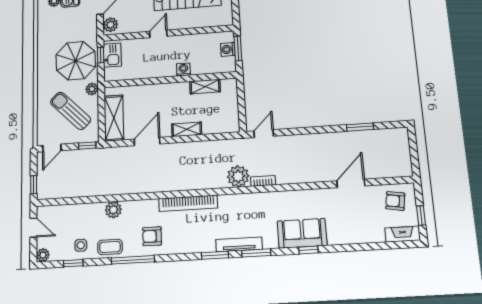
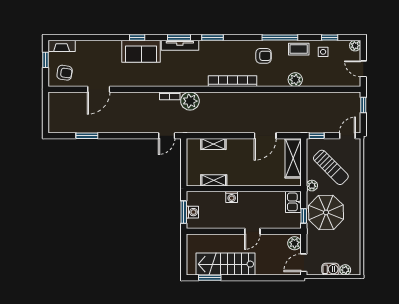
kitchen sink: (112, 55) -> (293, 202), moved
shelving: (187, 129) -> (213, 144), moved
tv unit: (239, 244) -> (180, 45), moved

